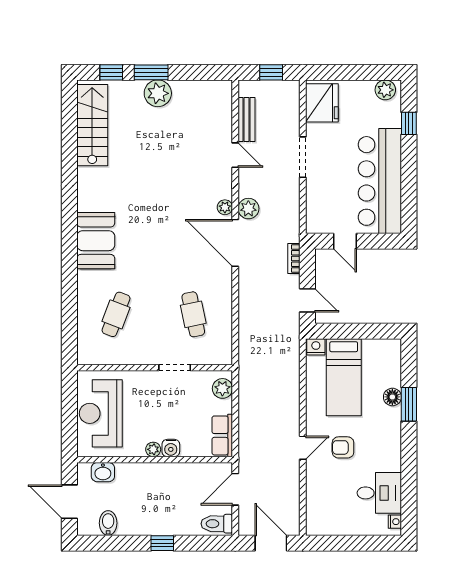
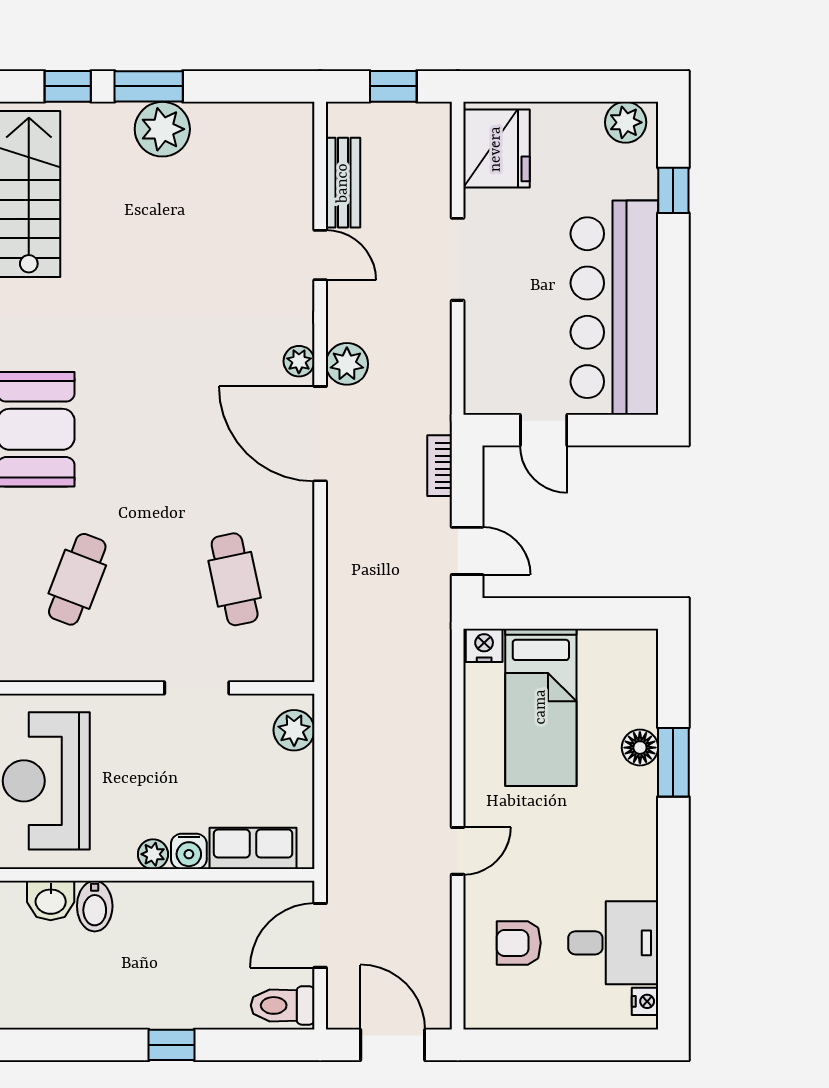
row of seats: (222, 435) -> (253, 848), moved, turned 90
armchair: (343, 447) -> (519, 943), moved
bidet: (108, 523) -> (95, 906), moved, turned 180

